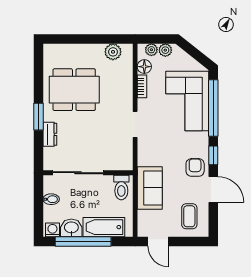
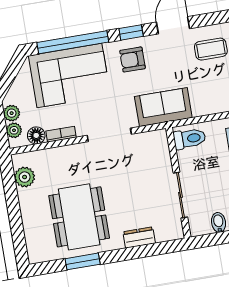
window: (38, 117) -> (83, 261), moved
doorway: (135, 124) -> (109, 135), width x1.38
armchair: (195, 167) -> (132, 59), moved
sliding door: (78, 173) -> (180, 195), width x0.73
sofa: (150, 188) -> (163, 107), moved

